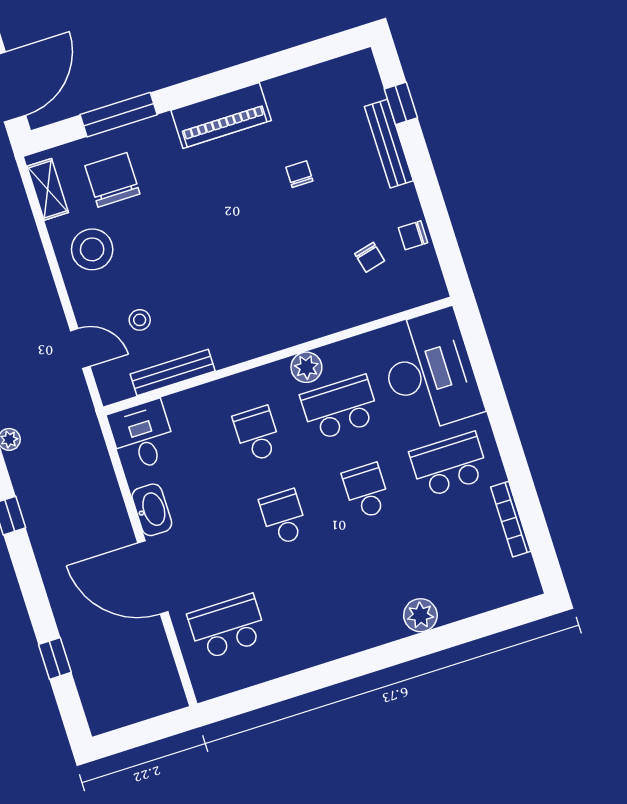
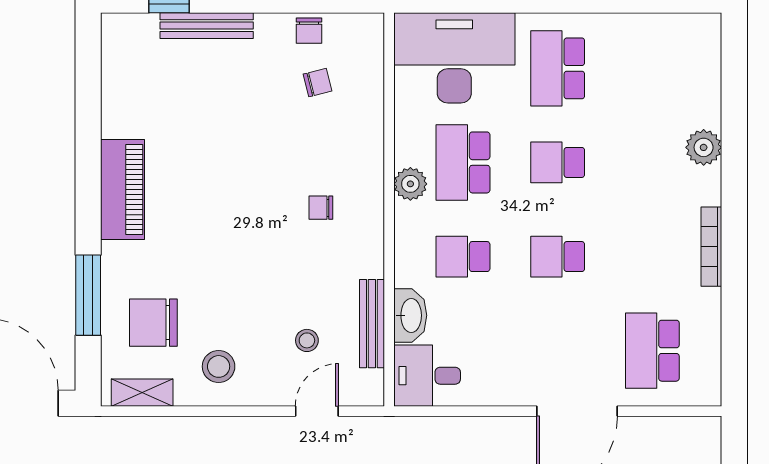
chair: (299, 174) -> (321, 208), moved
stool: (92, 249) -> (219, 366), width x0.73, depth x0.73
washbasin: (152, 510) -> (410, 315), moved, turned 90
bookcase: (511, 519) -> (711, 247), moved, turned 90

